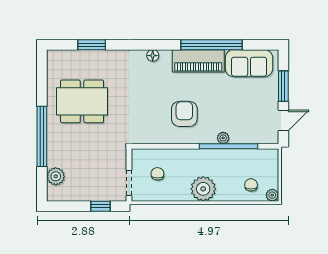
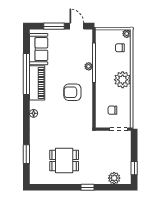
dining table: (82, 101) -> (64, 161), width x0.73
window: (42, 136) -> (87, 187), width x0.32
window: (101, 206) -> (134, 168), moved

